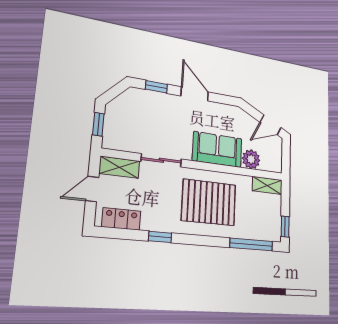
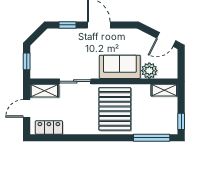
pallet: (209, 202) -> (115, 109), turned 90
window: (160, 237) -> (78, 138), removed

